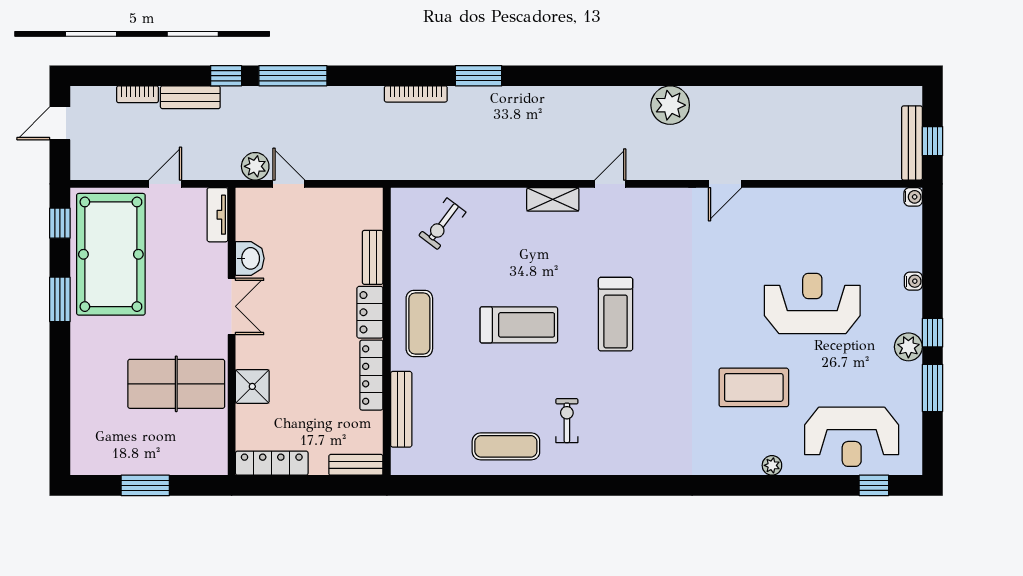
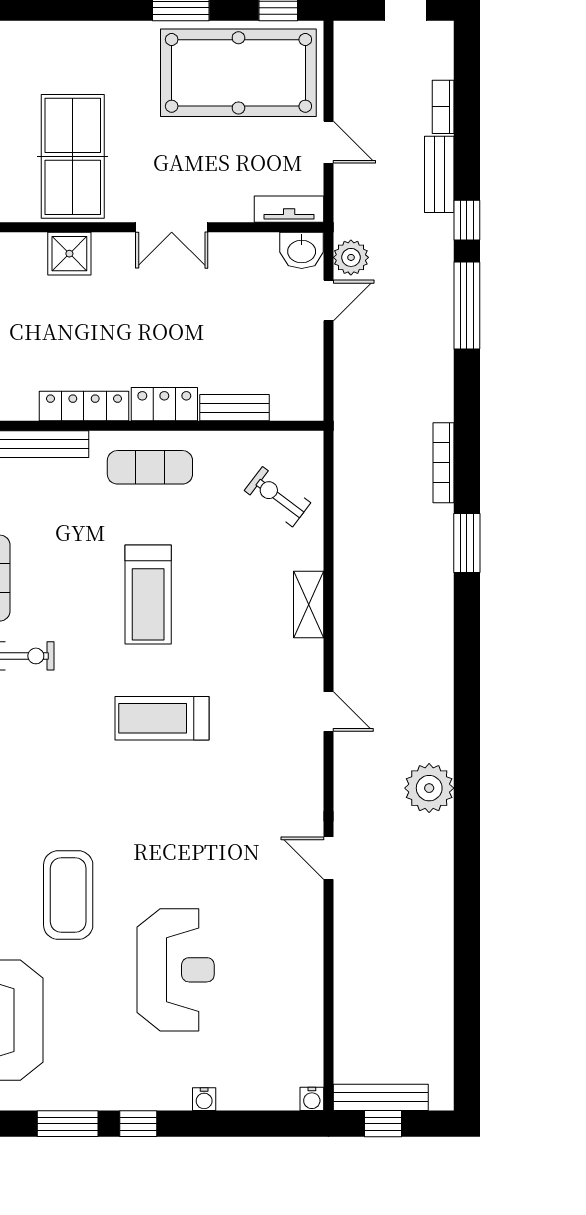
shelving: (553, 199) -> (309, 604), moved
washbasin: (250, 258) -> (302, 250), moved
plant: (908, 347) -> (120, 1093), removed

